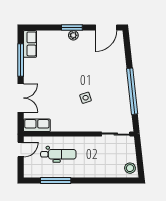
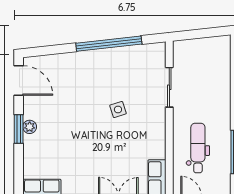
sliding door: (116, 134) -> (169, 87), moved
stool: (130, 168) -> (217, 47), removed

